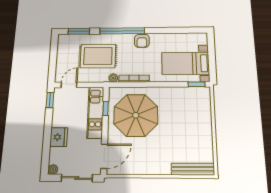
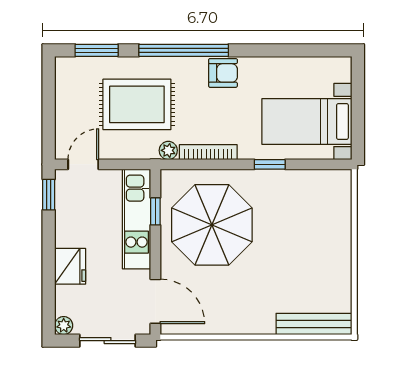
armchair: (142, 41) -> (223, 73), turned -90
window: (196, 84) -> (270, 164), moved
door: (104, 156) -> (155, 301), hinge flipped

